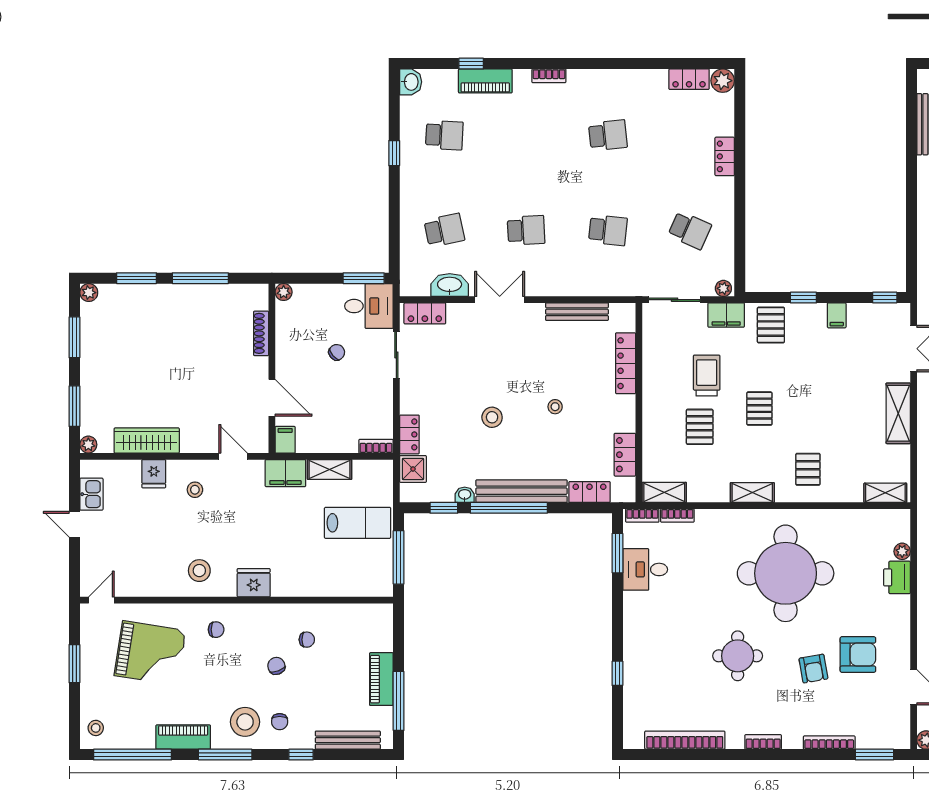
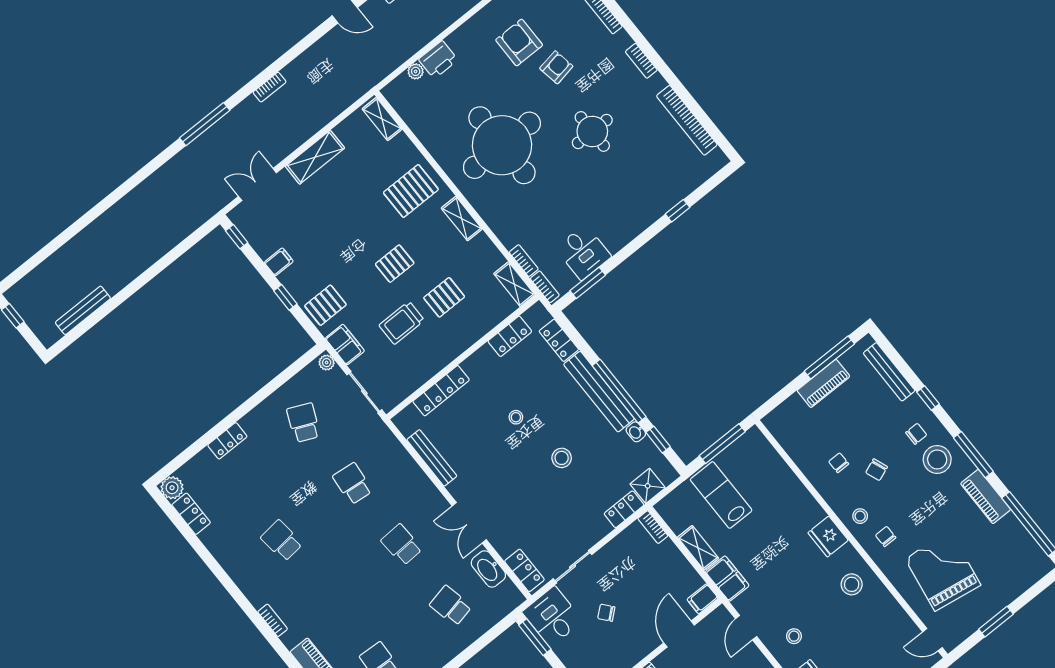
pallet: (808, 469) -> (411, 191), width x1.50, depth x1.42
stool: (96, 728) -> (860, 516), moved

